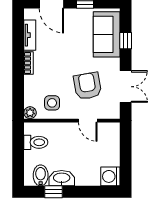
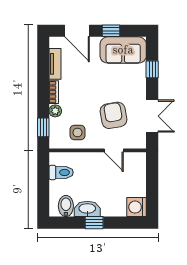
sofa: (107, 34) -> (123, 50), moved, turned -90
window: (18, 98) -> (43, 127), added
plant: (30, 113) -> (55, 111), moved
window: (53, 192) -> (94, 223), moved

